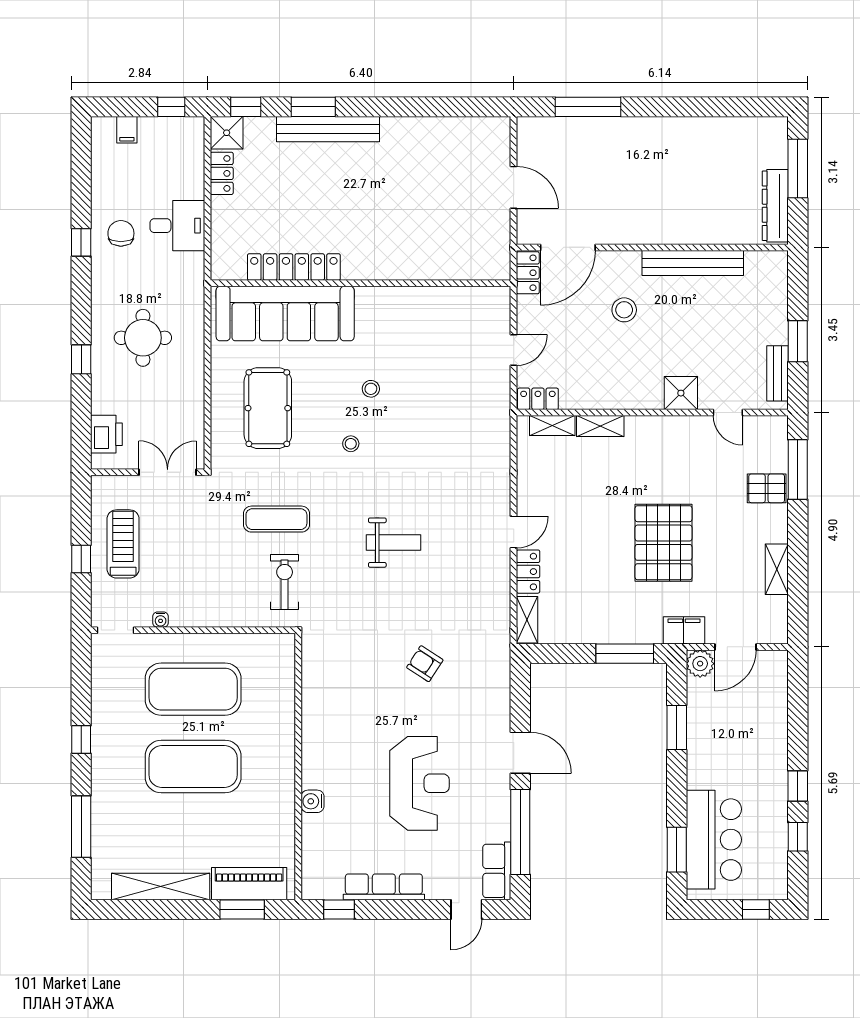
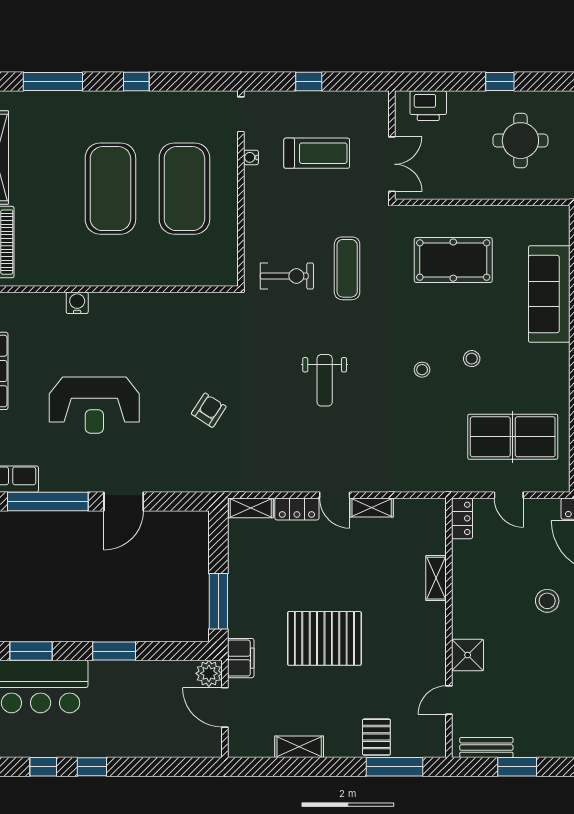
sofa: (285, 314) -> (549, 294), width x0.74, depth x0.79
table tennis table: (453, 346) -> (513, 437), added
shelving: (552, 426) -> (372, 508), moved, turned 90
stool: (351, 444) -> (422, 370), moved
treadmill: (123, 544) -> (317, 153), moved
window: (677, 727) -> (114, 651), moved

